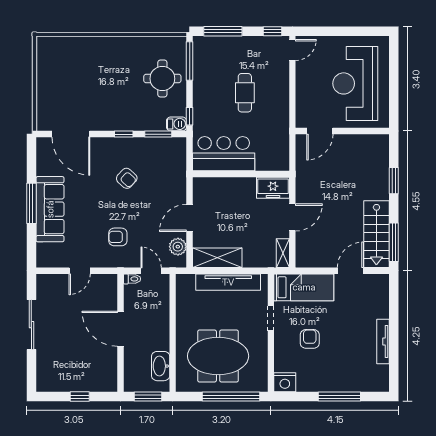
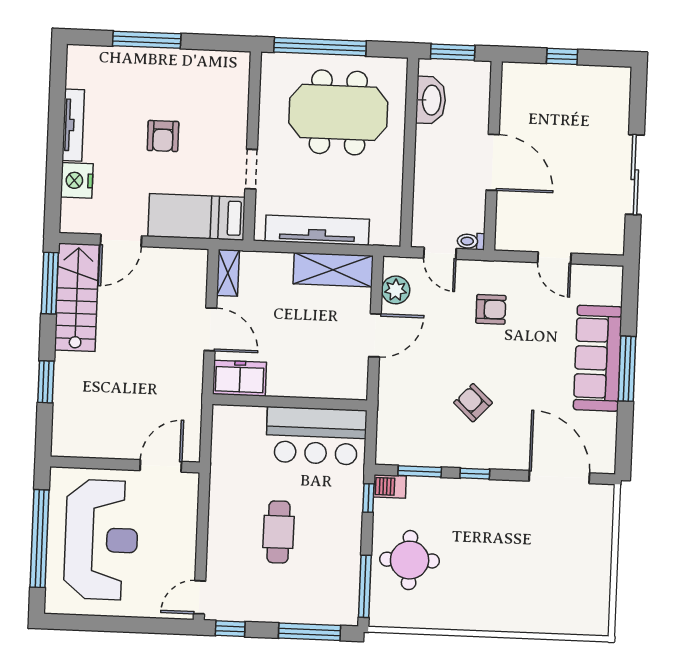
window: (394, 83) -> (40, 539), added
door: (292, 217) -> (210, 329), swing flipped
door: (80, 271) -> (554, 258), swing flipped
armchair: (310, 339) -> (163, 136), moved
nightstand: (285, 382) -> (77, 180), moved, turned -90

